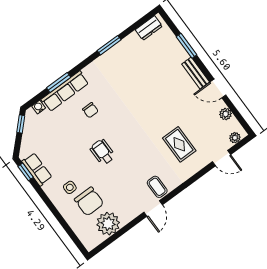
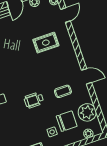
coffee table: (157, 187) -> (63, 91), moved
plant: (82, 233) -> (88, 134), added

